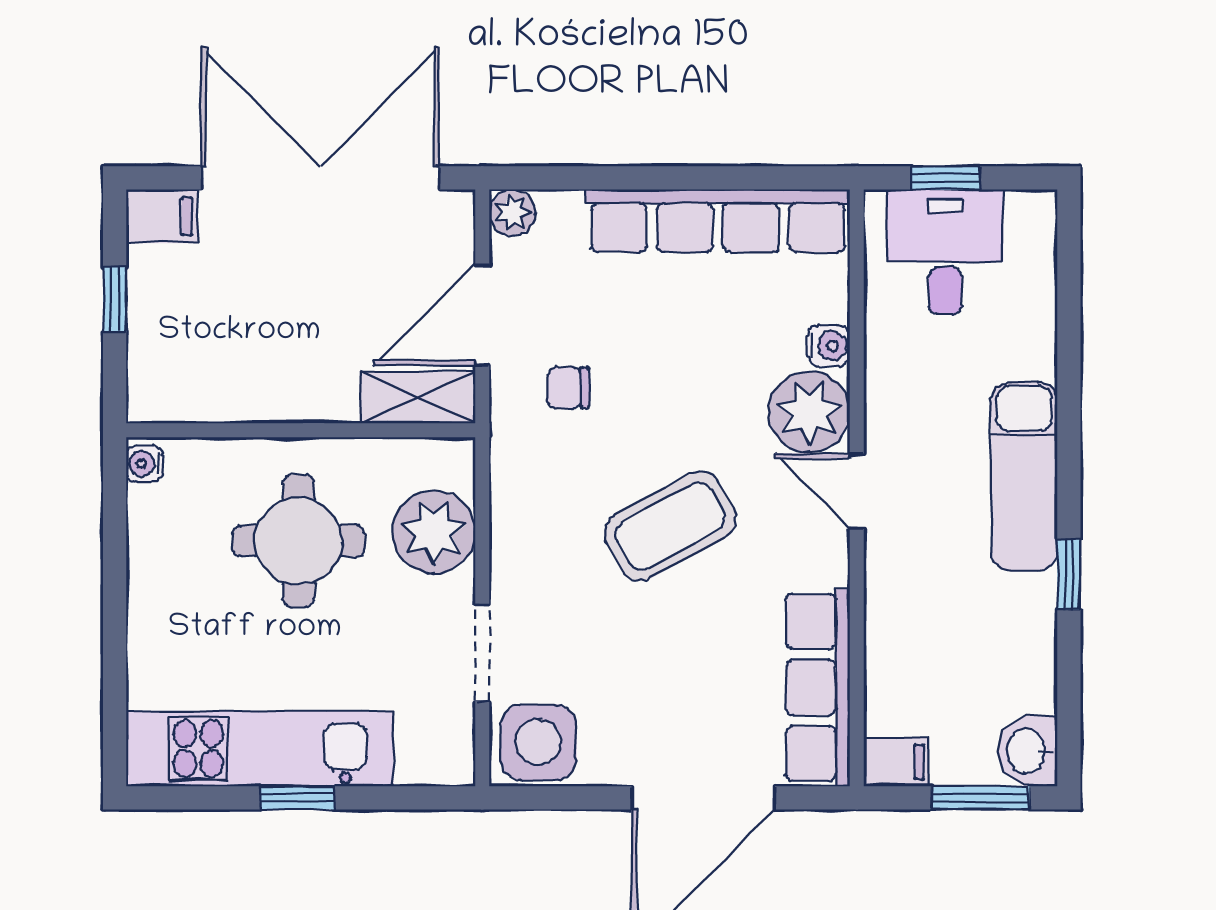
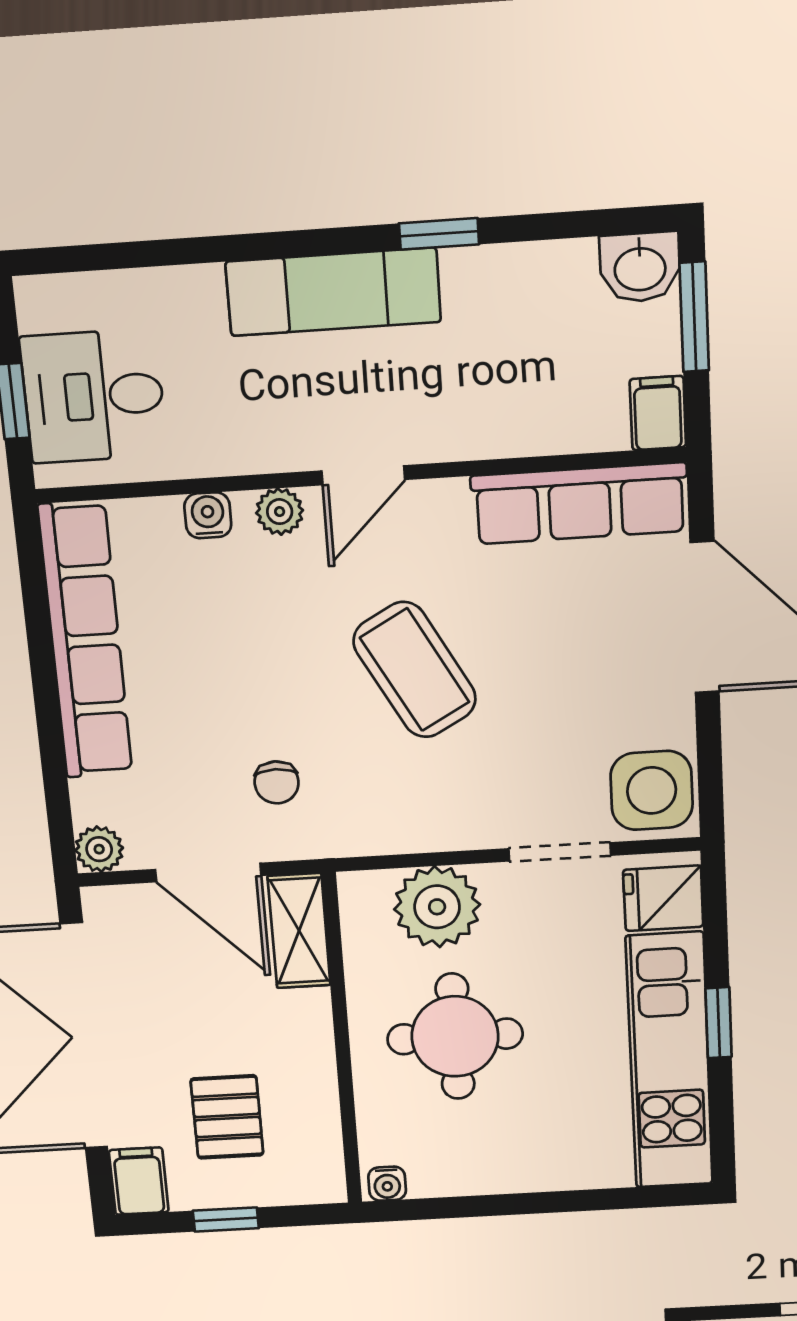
pallet: (226, 311) -> (227, 1117), added
plant: (809, 412) -> (280, 512), width x0.53, depth x0.53
fridge: (429, 749) -> (663, 898), added

